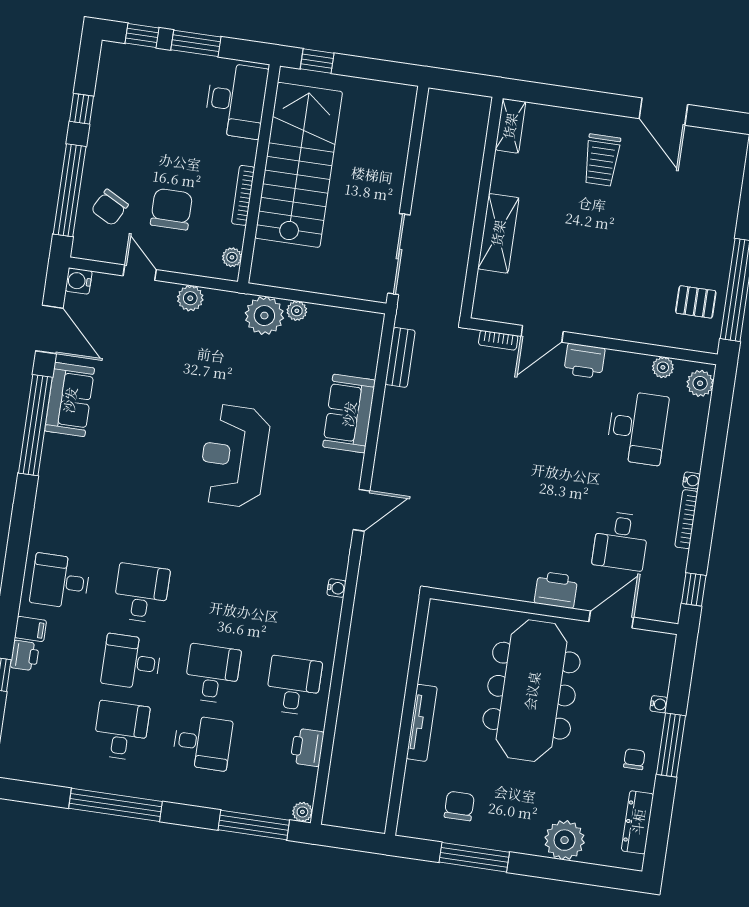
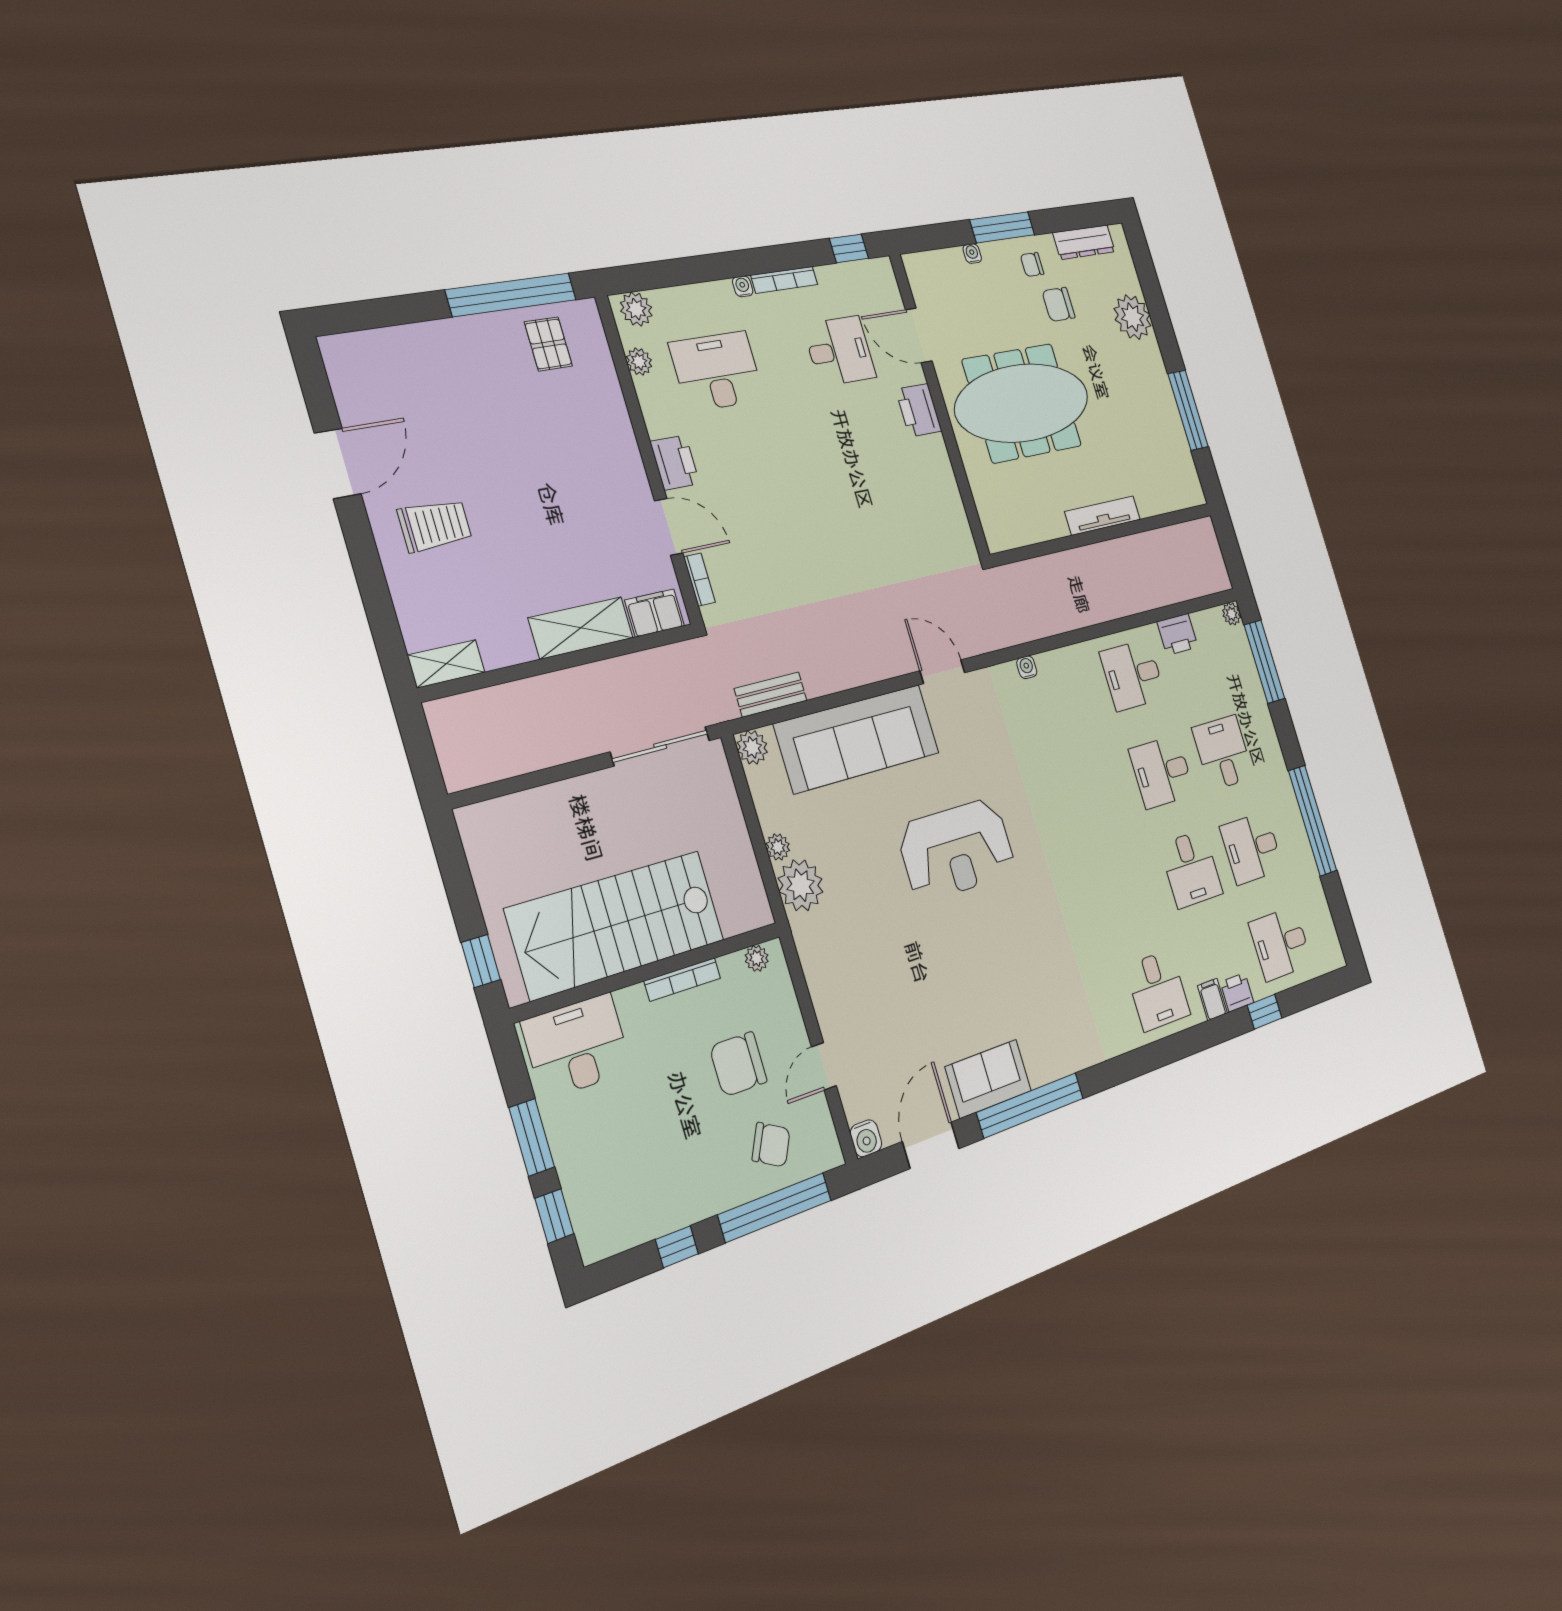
filing cabinet: (488, 294) -> (655, 613), added
plant: (190, 298) -> (752, 747), moved
sofa: (349, 414) -> (857, 739), width x1.85, depth x1.27
desk: (141, 593) -> (1281, 944), moved
chair: (459, 806) -> (1058, 304), moved

